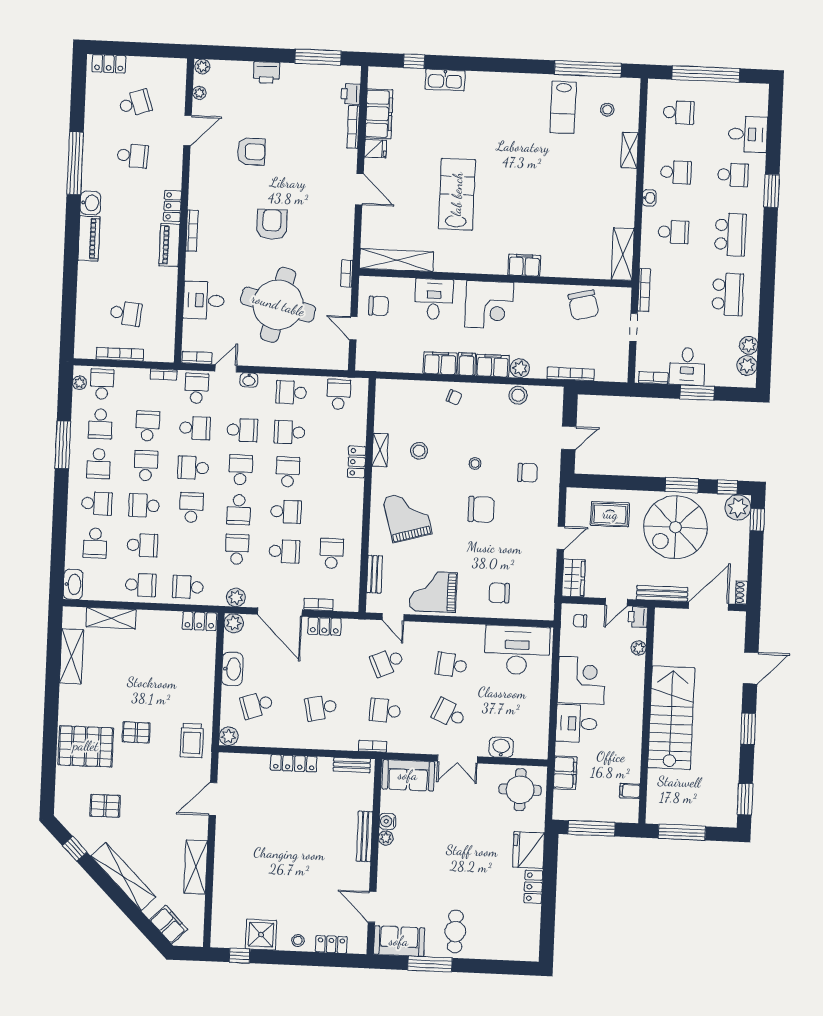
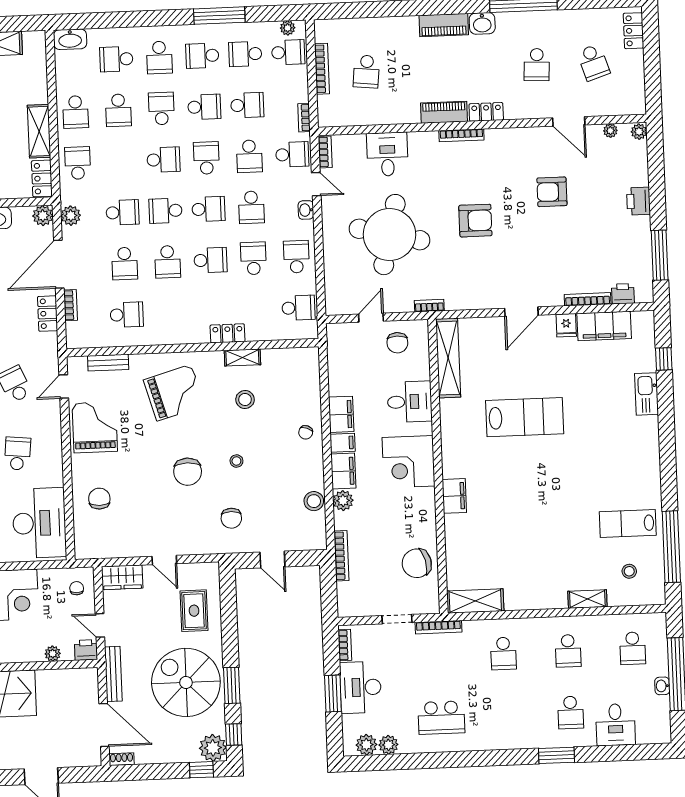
armchair: (251, 152) -> (552, 192), turned 90
washbasin: (649, 198) -> (662, 686), moved, turned 90
school desk: (730, 235) -> (506, 715), removed
desk: (687, 366) -> (360, 687), width x1.37
shelving: (111, 618) -> (39, 131), moved

